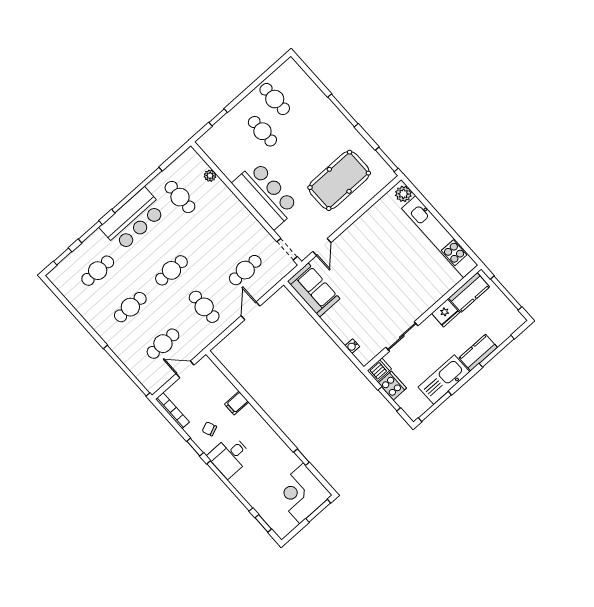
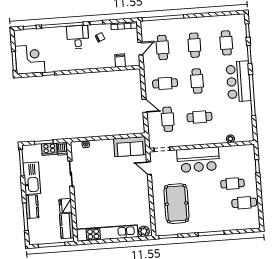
cafe table: (180, 197) -> (200, 117), moved
filing cabinet: (237, 403) -> (120, 60), moved

